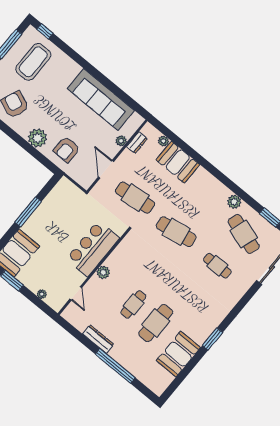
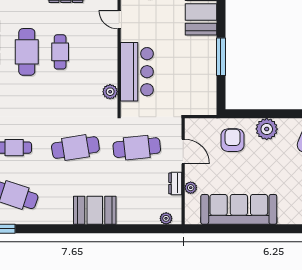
plant: (163, 141) -> (166, 218), moved
dresser: (137, 143) -> (175, 183), moved
booth: (178, 162) -> (95, 210), moved
plant: (234, 202) -> (46, 216), removed
plant: (103, 272) -> (110, 92), moved

